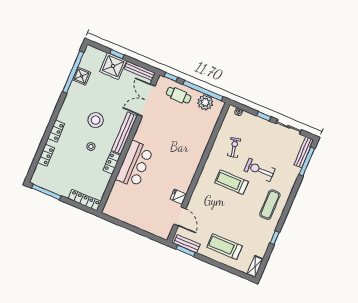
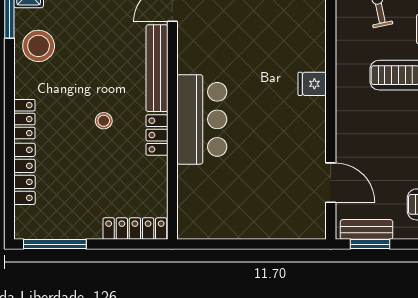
stool: (96, 120) -> (39, 46), moved
locker: (46, 155) -> (24, 174), width x1.53
fridge: (178, 197) -> (312, 84), moved

